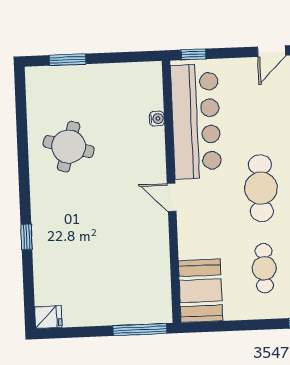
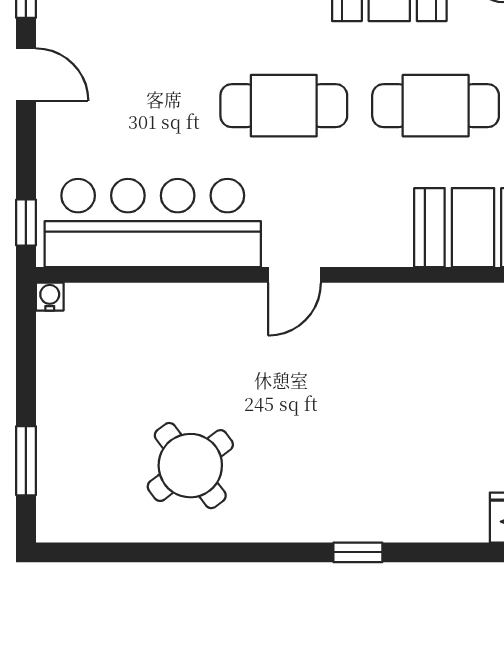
water cooler: (157, 119) -> (50, 297), moved
round table: (69, 147) -> (190, 466), turned 37
cafe table: (264, 268) -> (436, 106), width x1.37, depth x1.35

